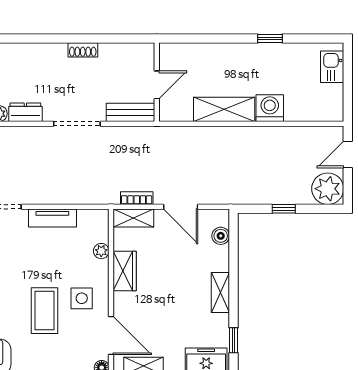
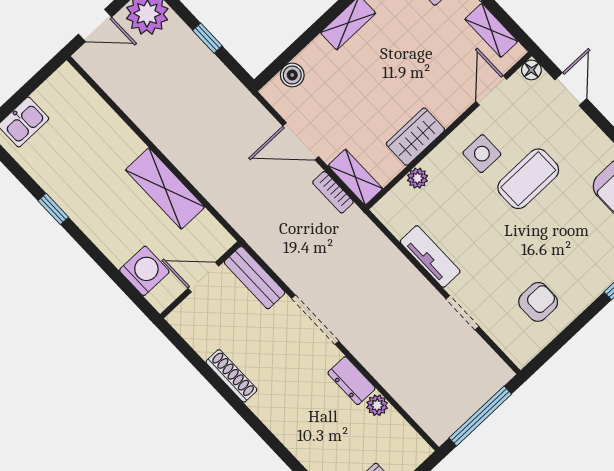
shoe rack: (83, 50) -> (231, 376), width x1.43
washing machine: (270, 108) -> (144, 271), moved, turned 180
door: (181, 207) -> (301, 141), swing flipped
door: (111, 336) -> (491, 90), width x0.73

